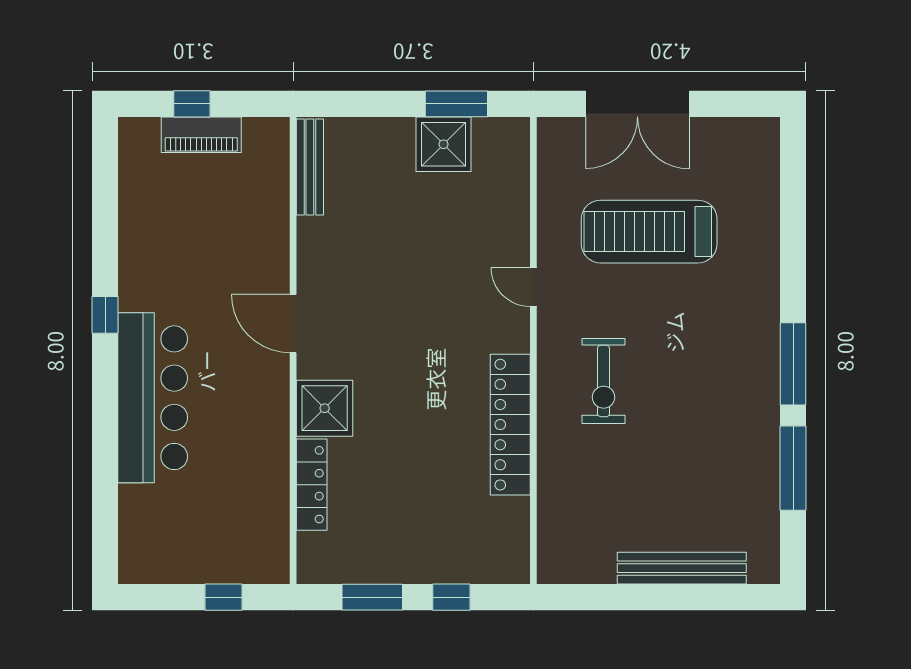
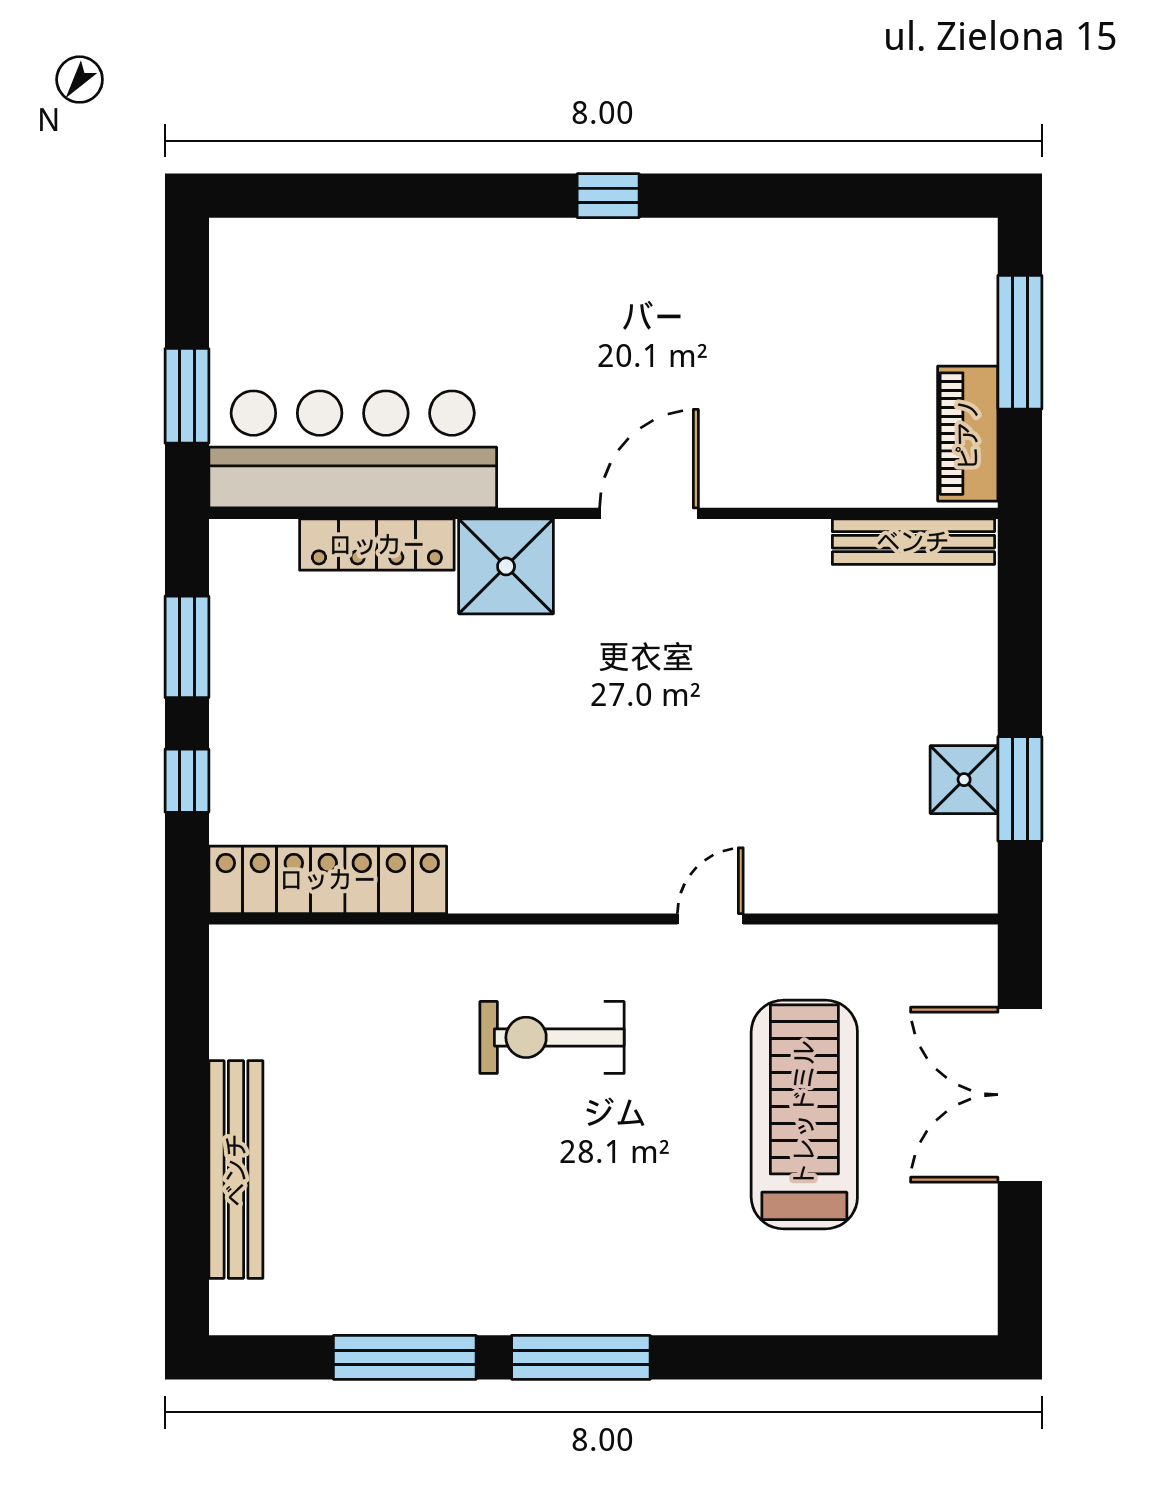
window: (192, 104) -> (1020, 342), width x2.17
piano: (201, 135) -> (968, 434), moved
shower: (444, 144) -> (964, 780), width x0.73, depth x0.73
window: (105, 315) -> (608, 196), moved
bar counter: (153, 398) -> (353, 449), moved, turned 180
locker: (510, 425) -> (328, 880), moved
window: (224, 597) -> (187, 396), width x1.50

